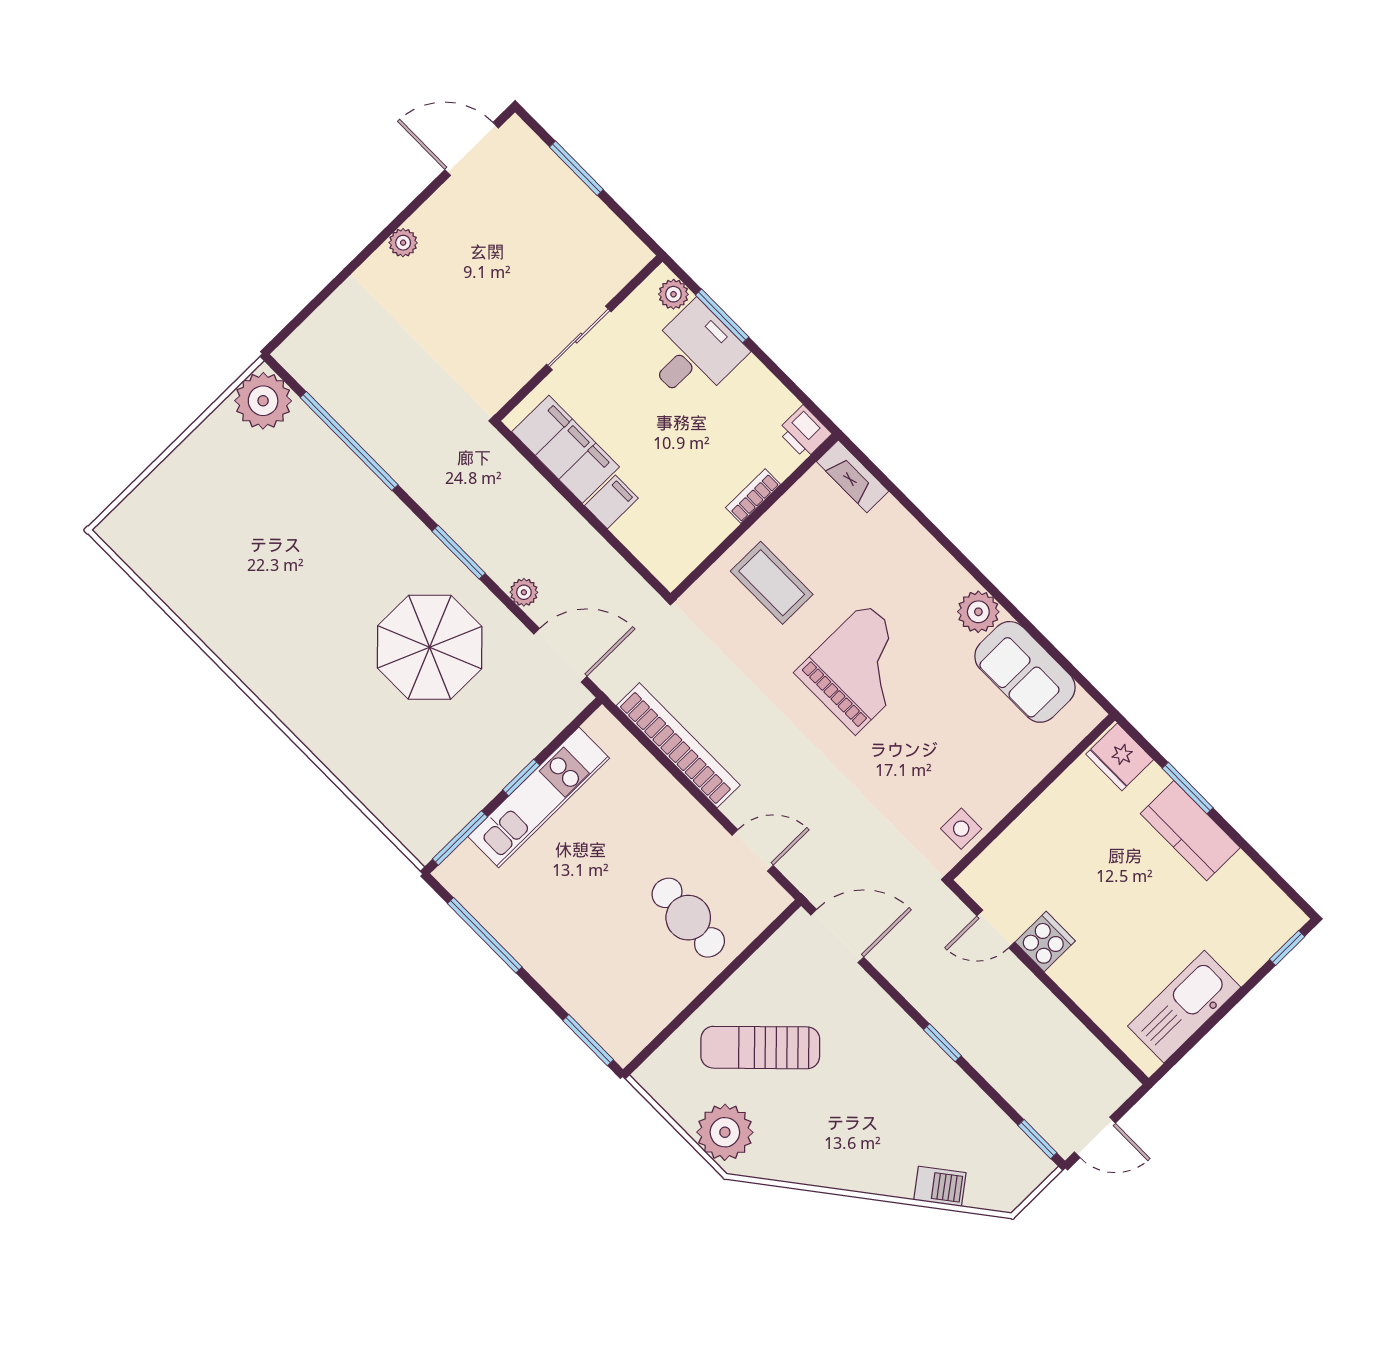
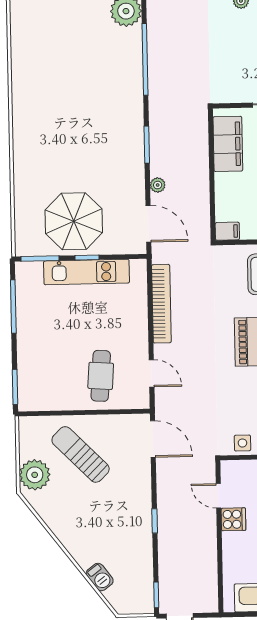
filing cabinet: (611, 502) -> (227, 231), moved
parasol: (430, 647) -> (74, 221), moved

